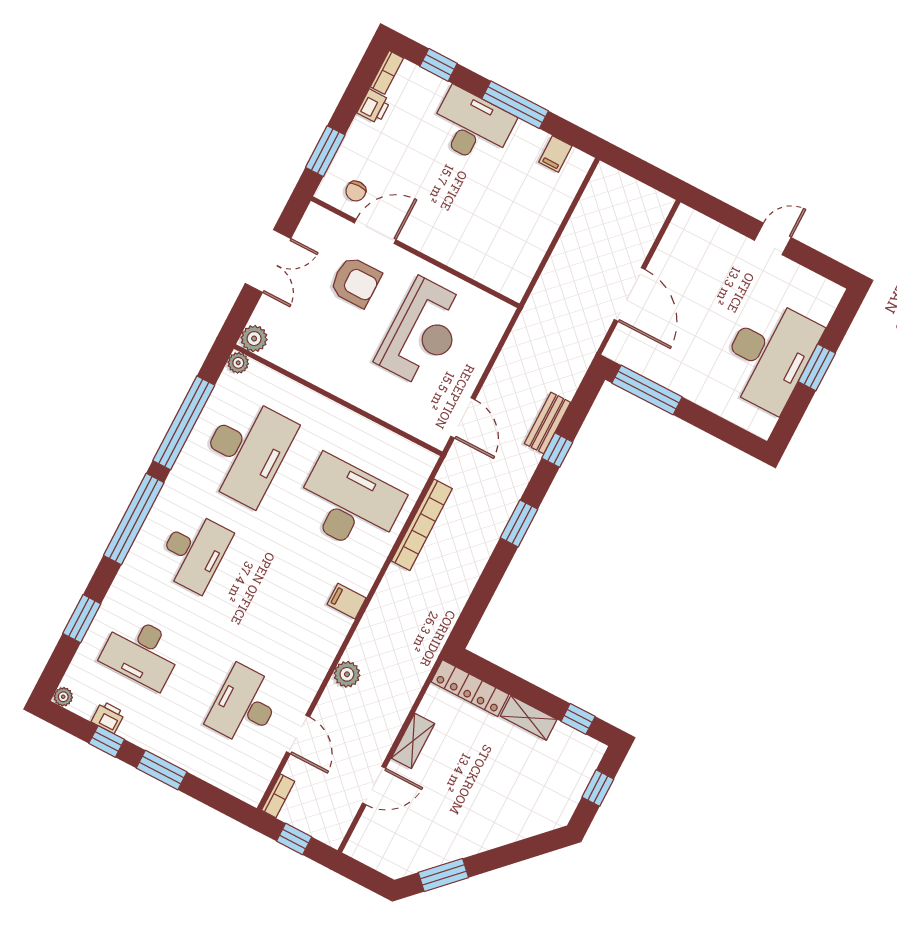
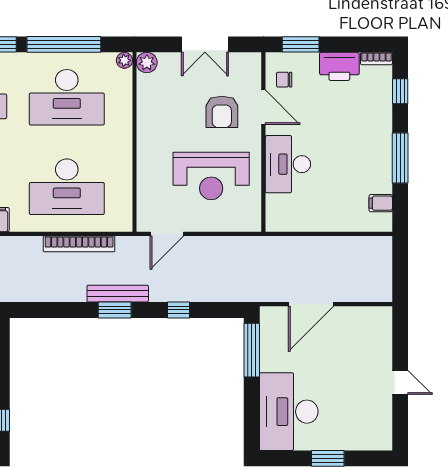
printer: (374, 106) -> (339, 66), width x1.87, depth x1.48
desk: (472, 126) -> (288, 164), moved, turned 180
desk: (769, 355) -> (289, 412), moved, turned 90
bench: (547, 423) -> (118, 294), moved, width x1.36
desk: (349, 505) -> (67, 187), turned 90

